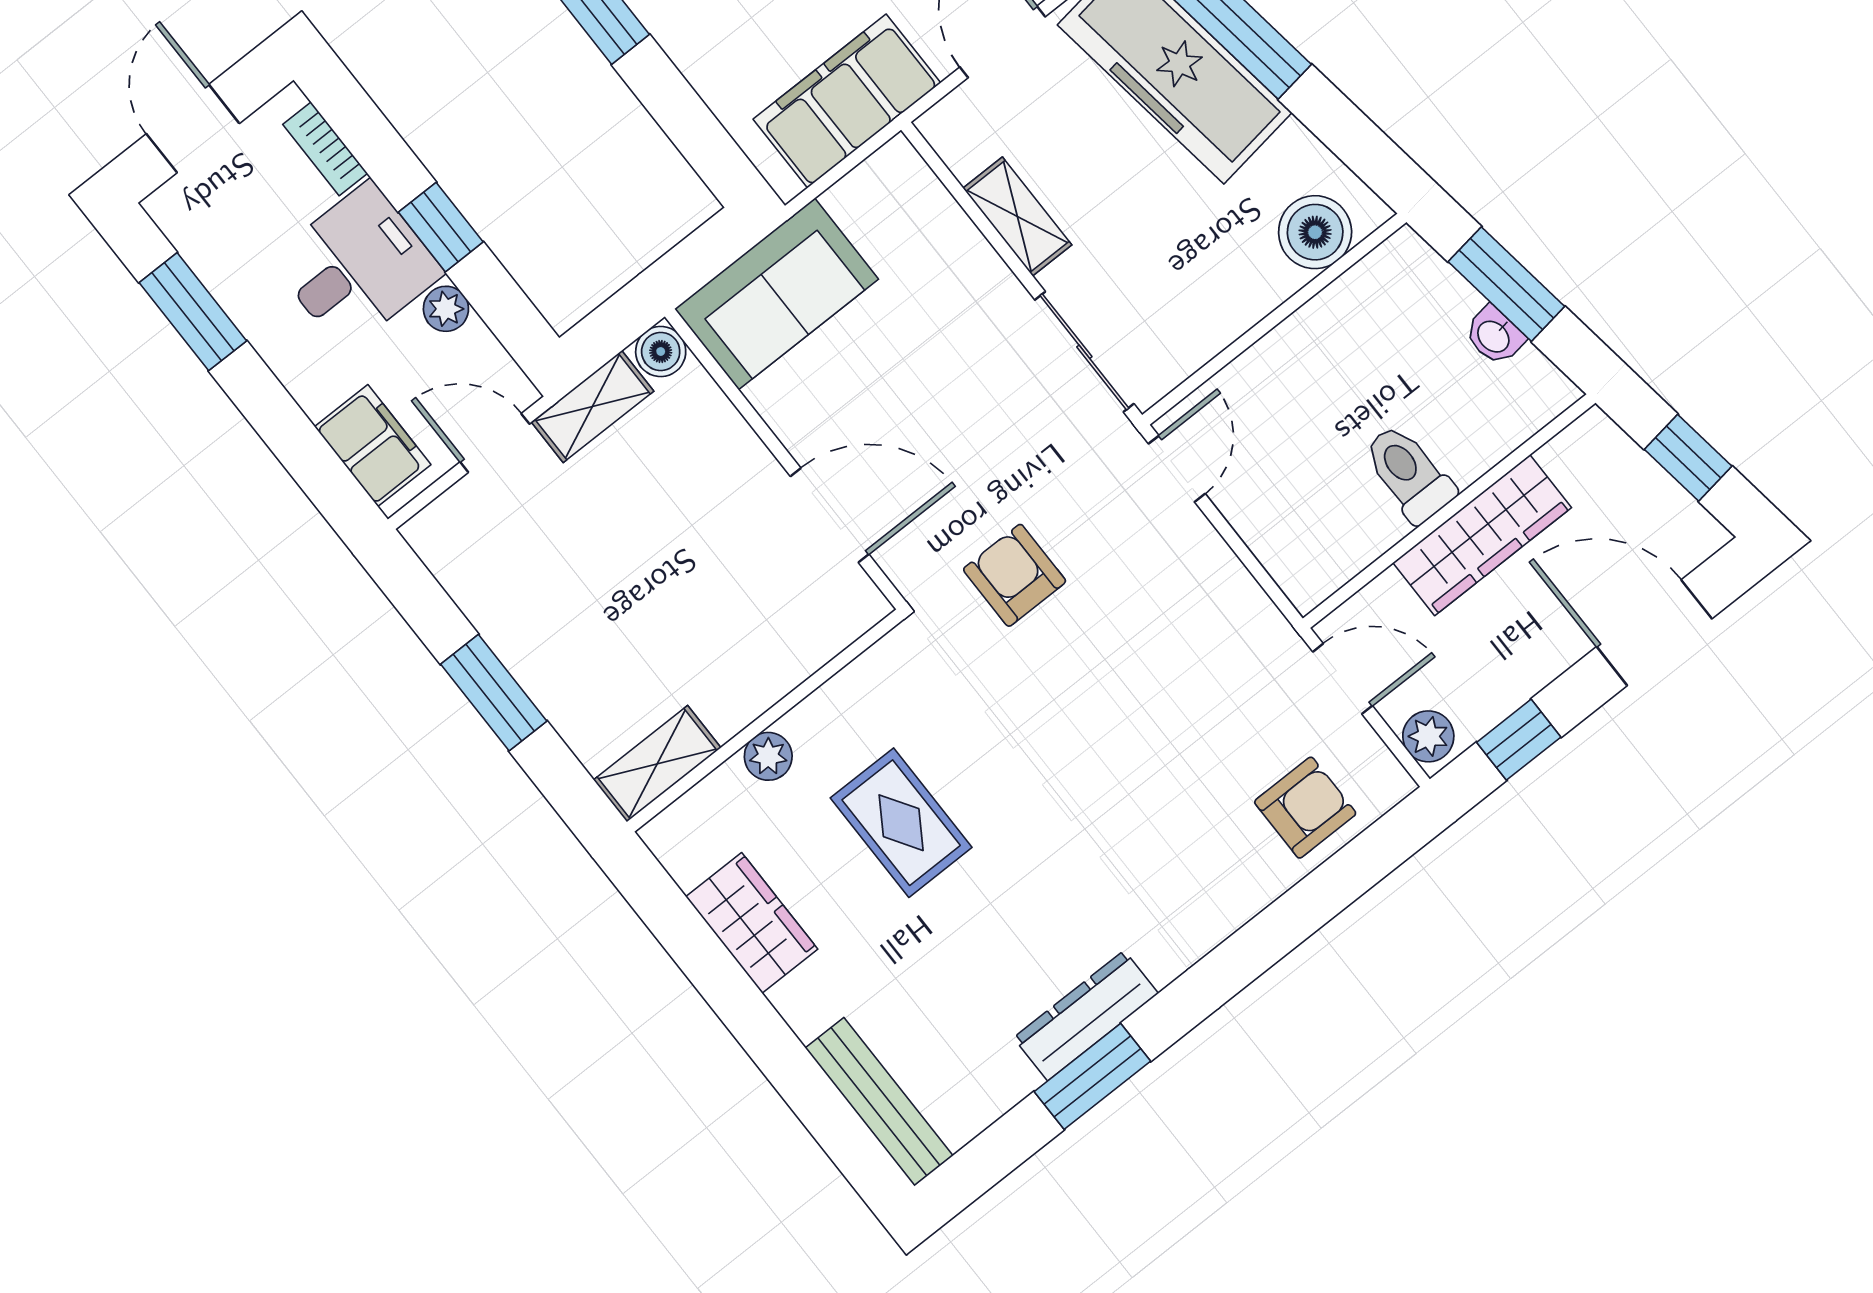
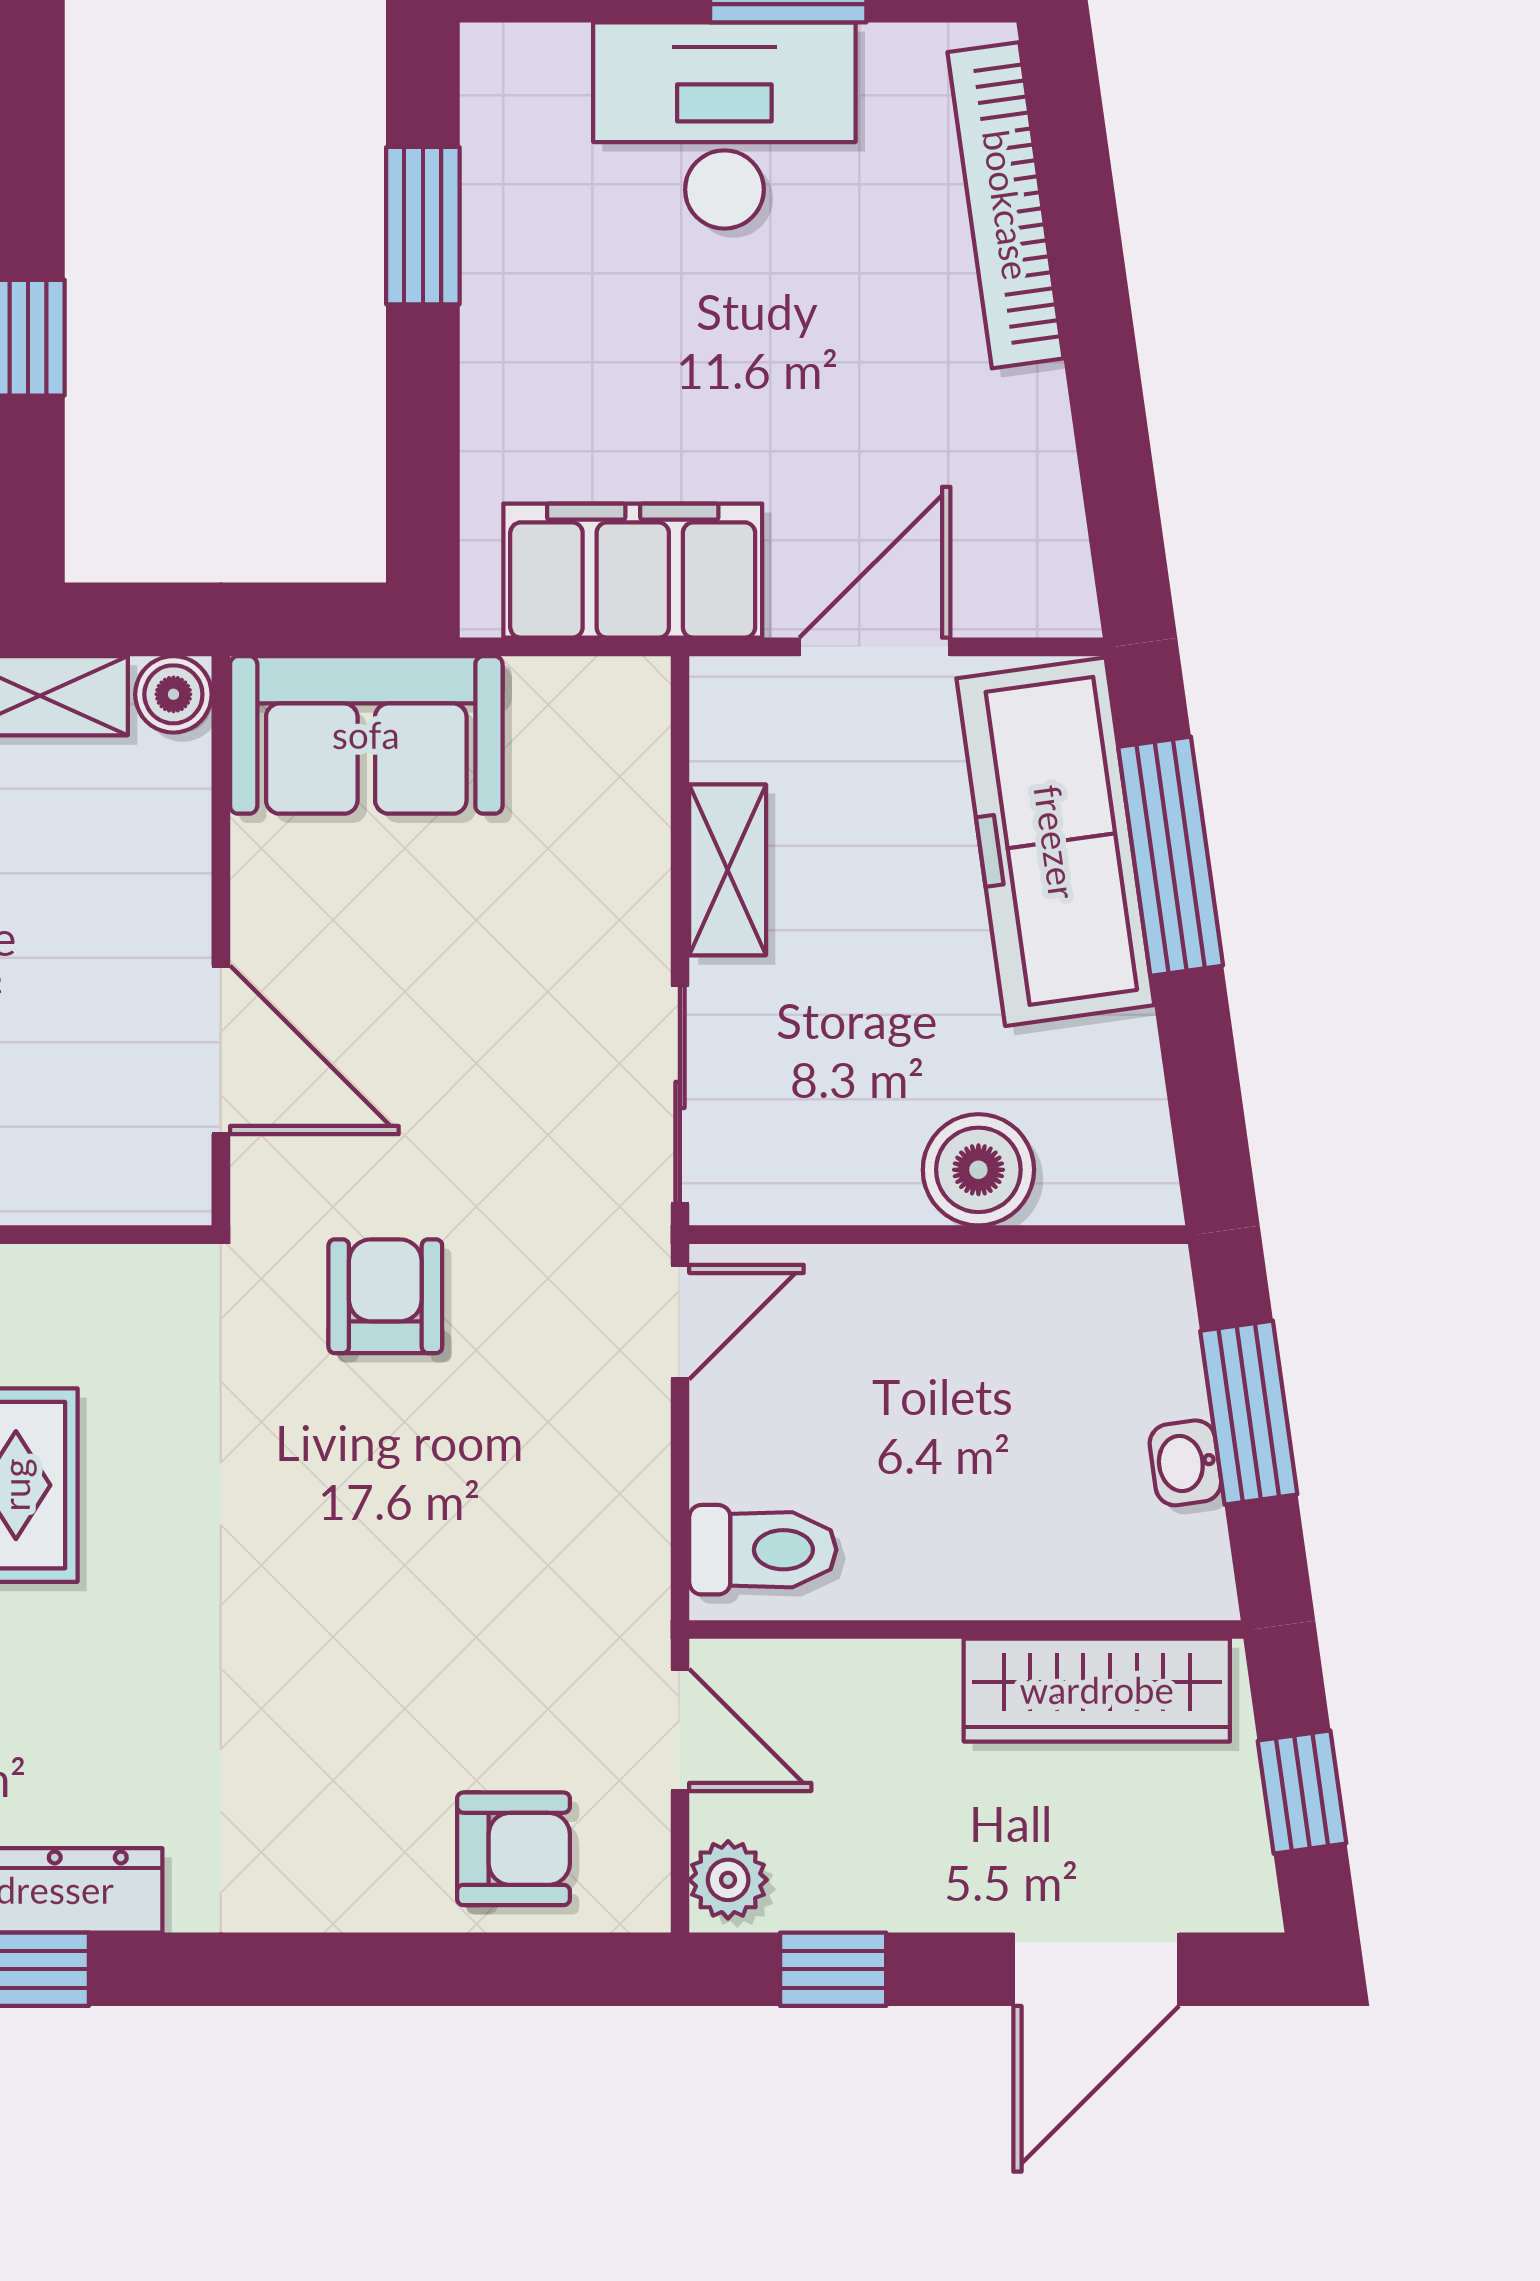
boiler: (1315, 232) -> (978, 1170), moved
toilet: (1409, 473) -> (763, 1550), moved, turned 90
wardrobe: (1482, 535) -> (1097, 1690), moved
door: (1654, 633) -> (1096, 1969), swing flipped

